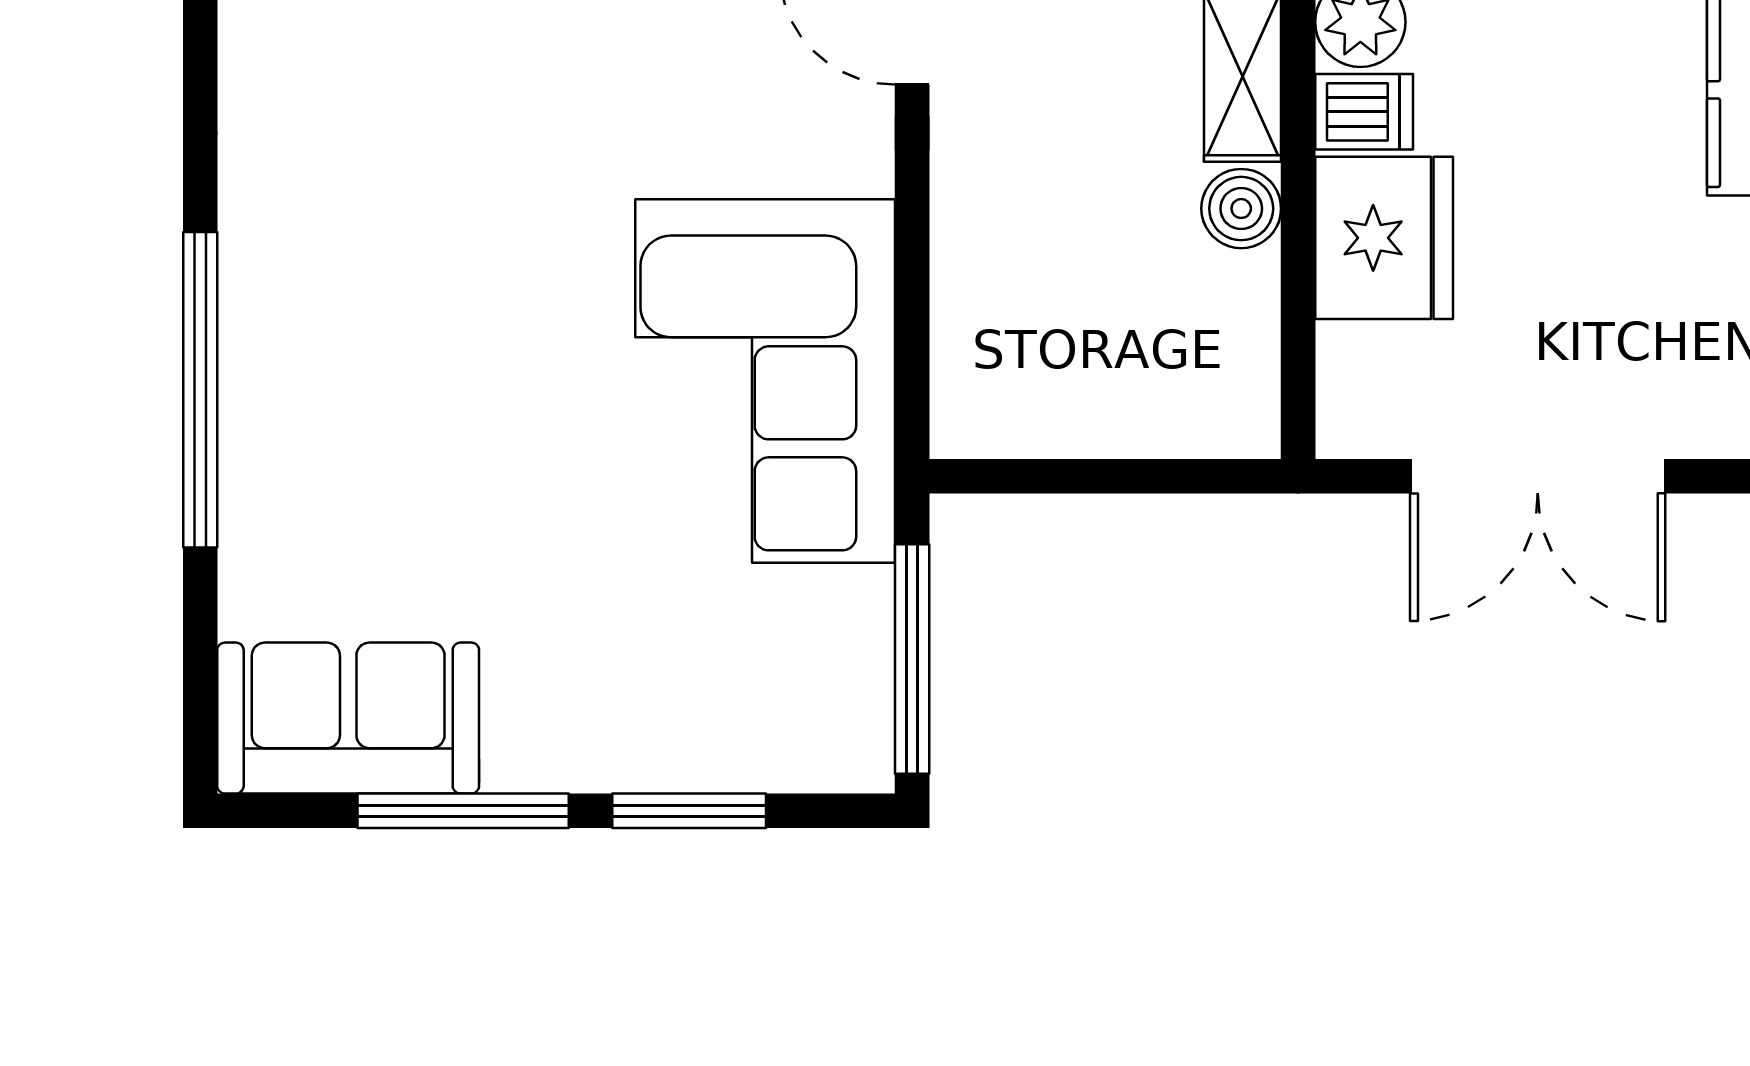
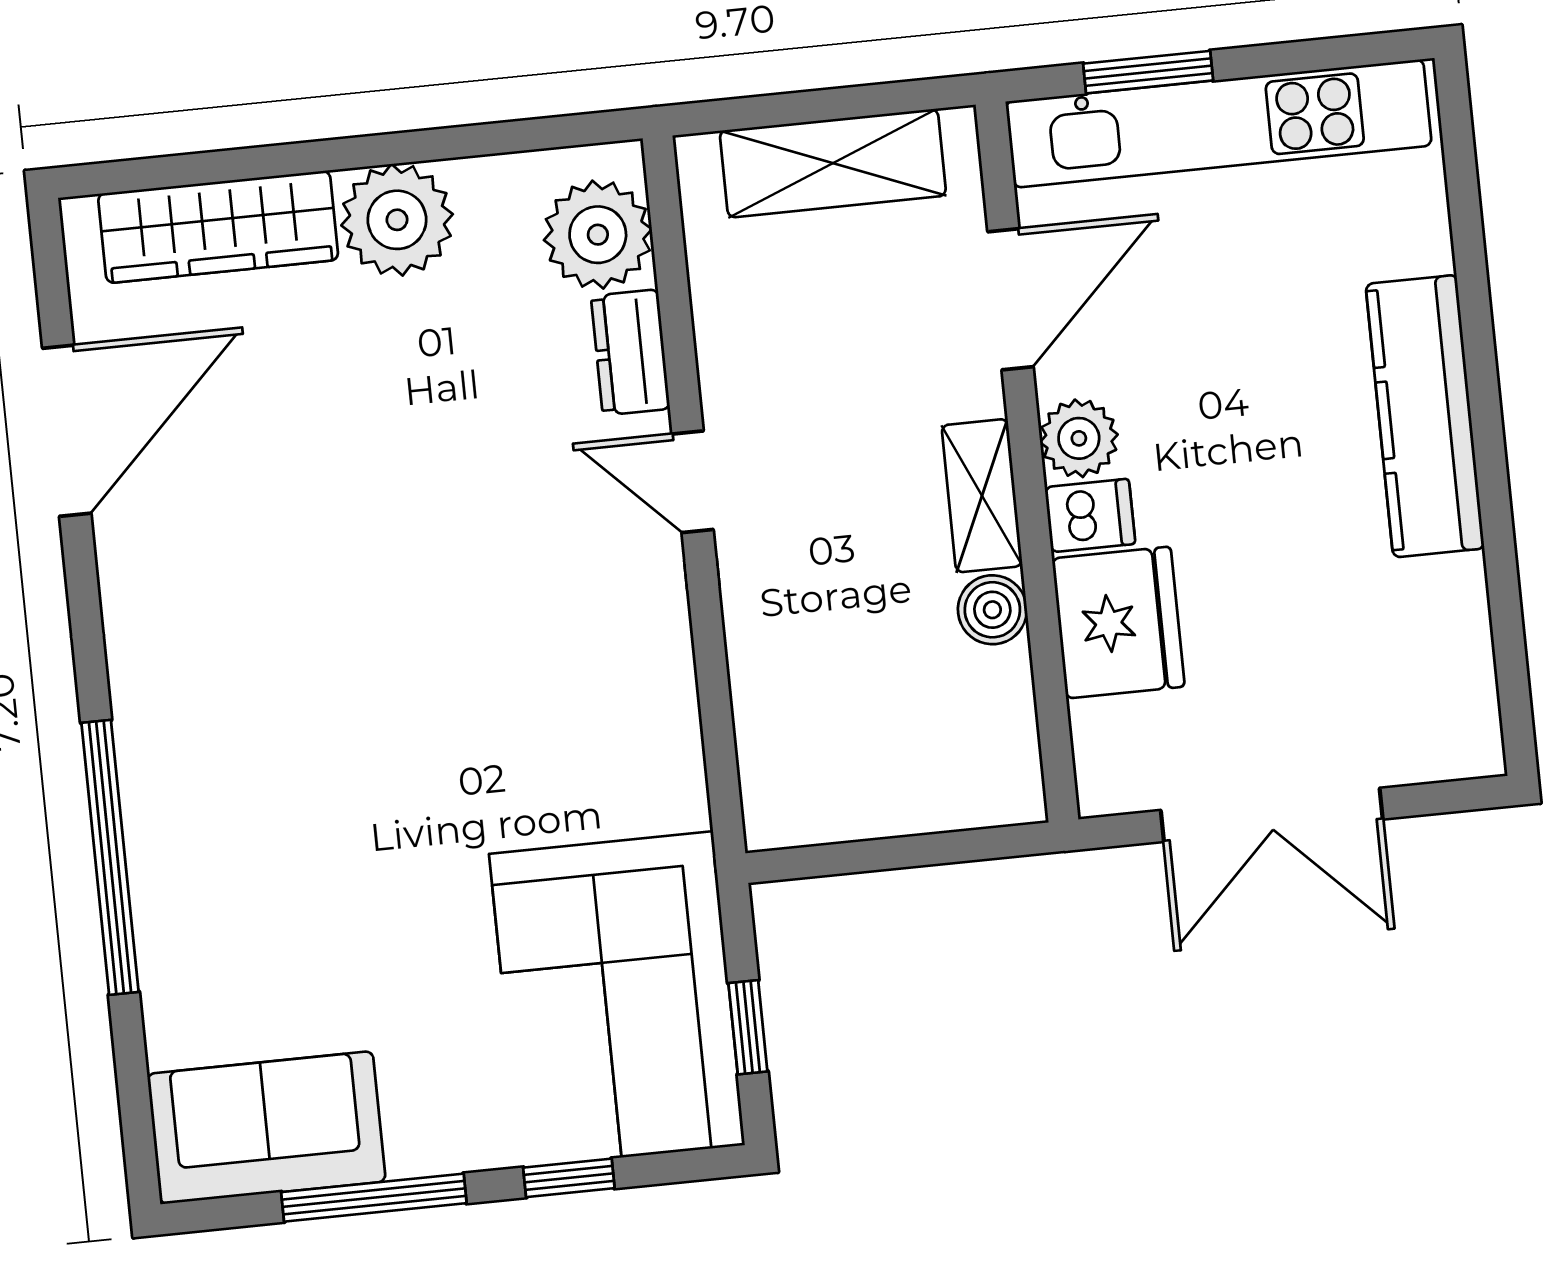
corner sofa: (765, 381) -> (617, 999), moved
window: (912, 659) -> (748, 1027), width x0.46
window: (689, 811) -> (569, 1178), width x0.67

